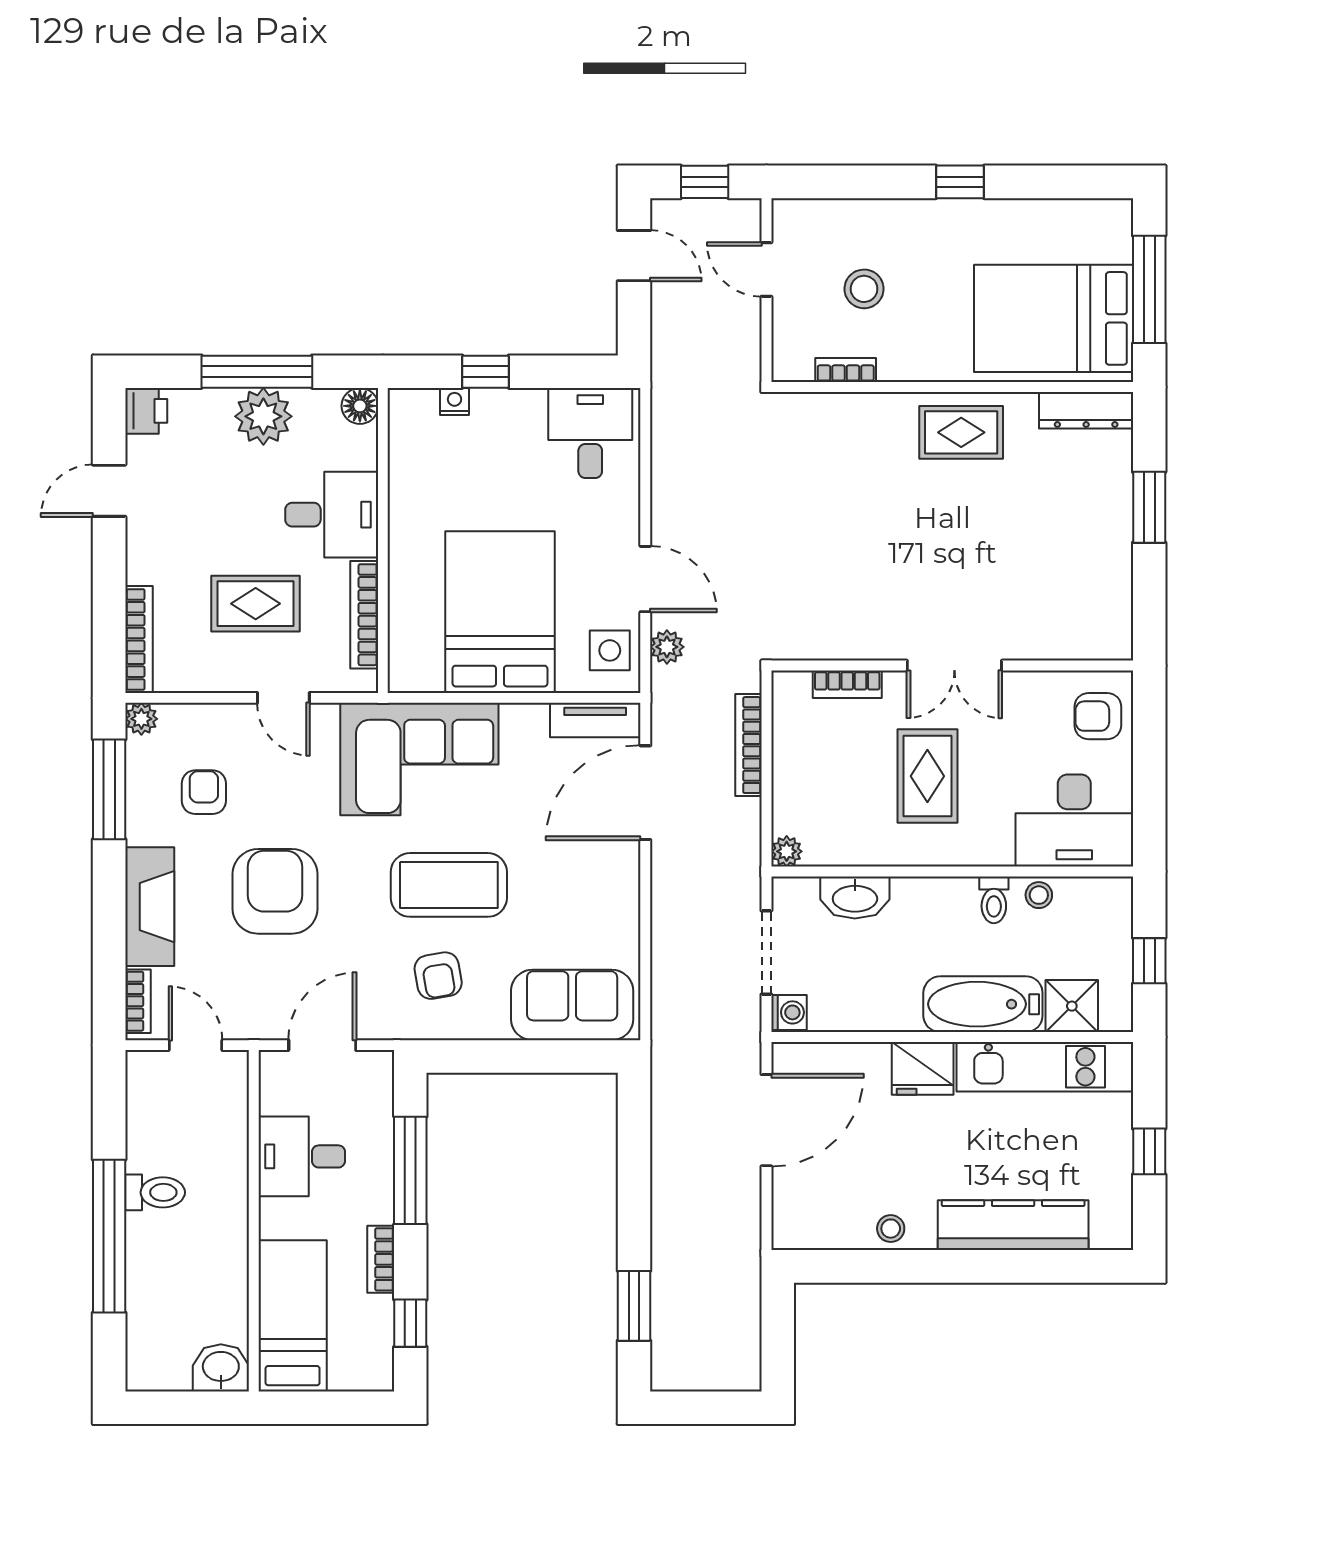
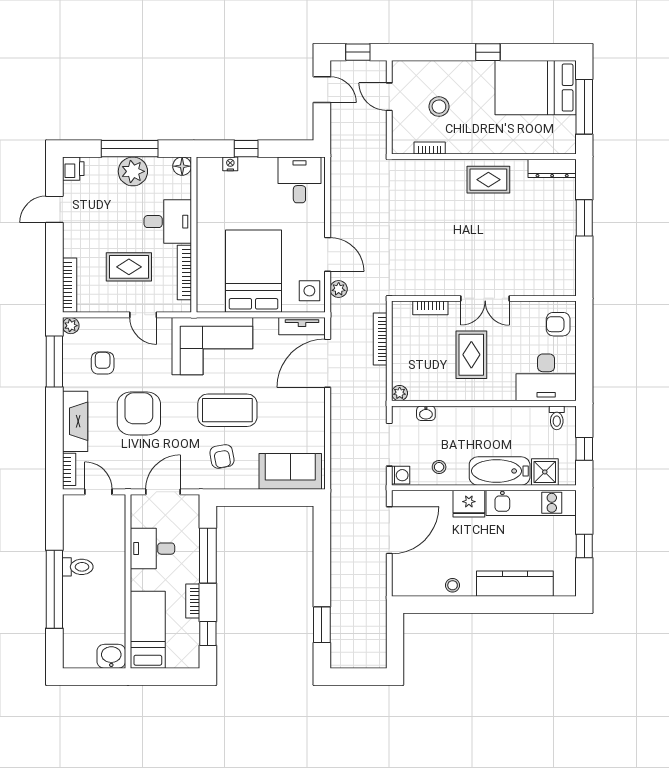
bed: (1054, 318) -> (536, 88), moved
stool: (1039, 895) -> (439, 467), moved
washbasin: (855, 897) -> (426, 413), width x0.52, depth x0.69
toilet: (994, 900) -> (557, 418), moved

